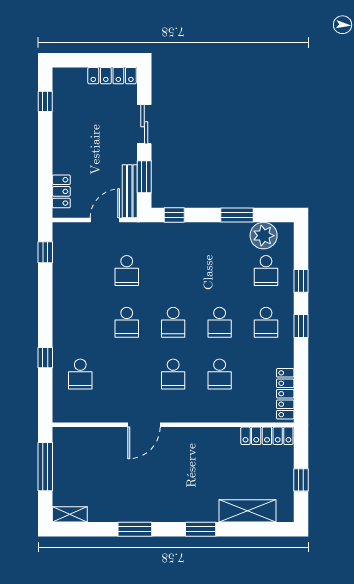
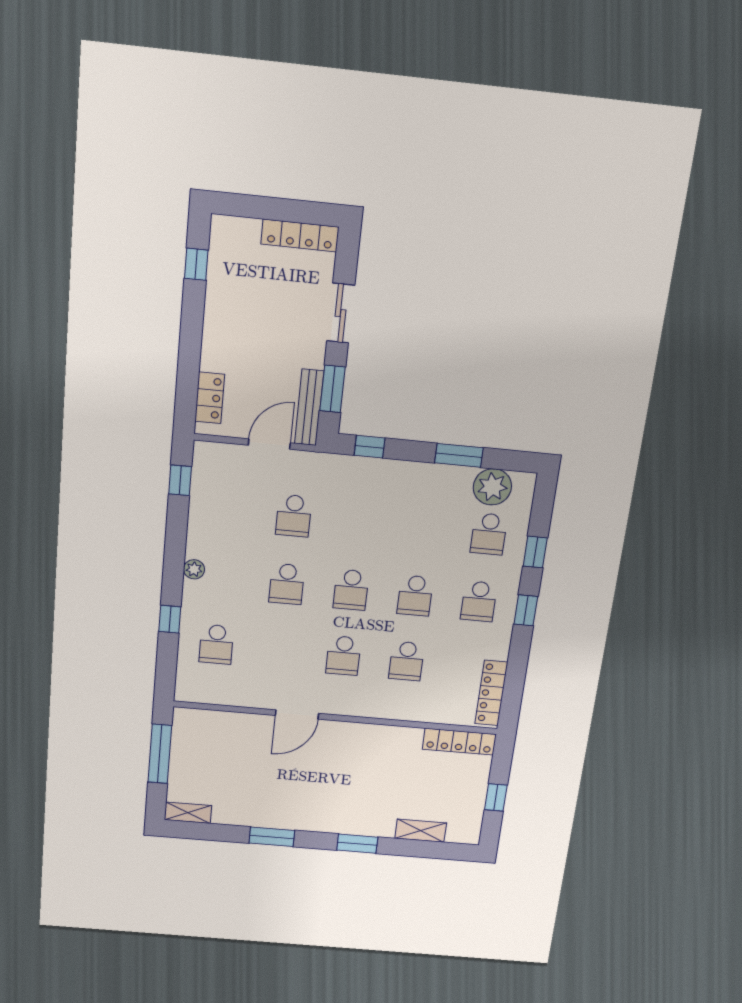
plant: (60, 318) -> (194, 569), added
shelving: (248, 511) -> (421, 831), width x0.67, depth x0.75

